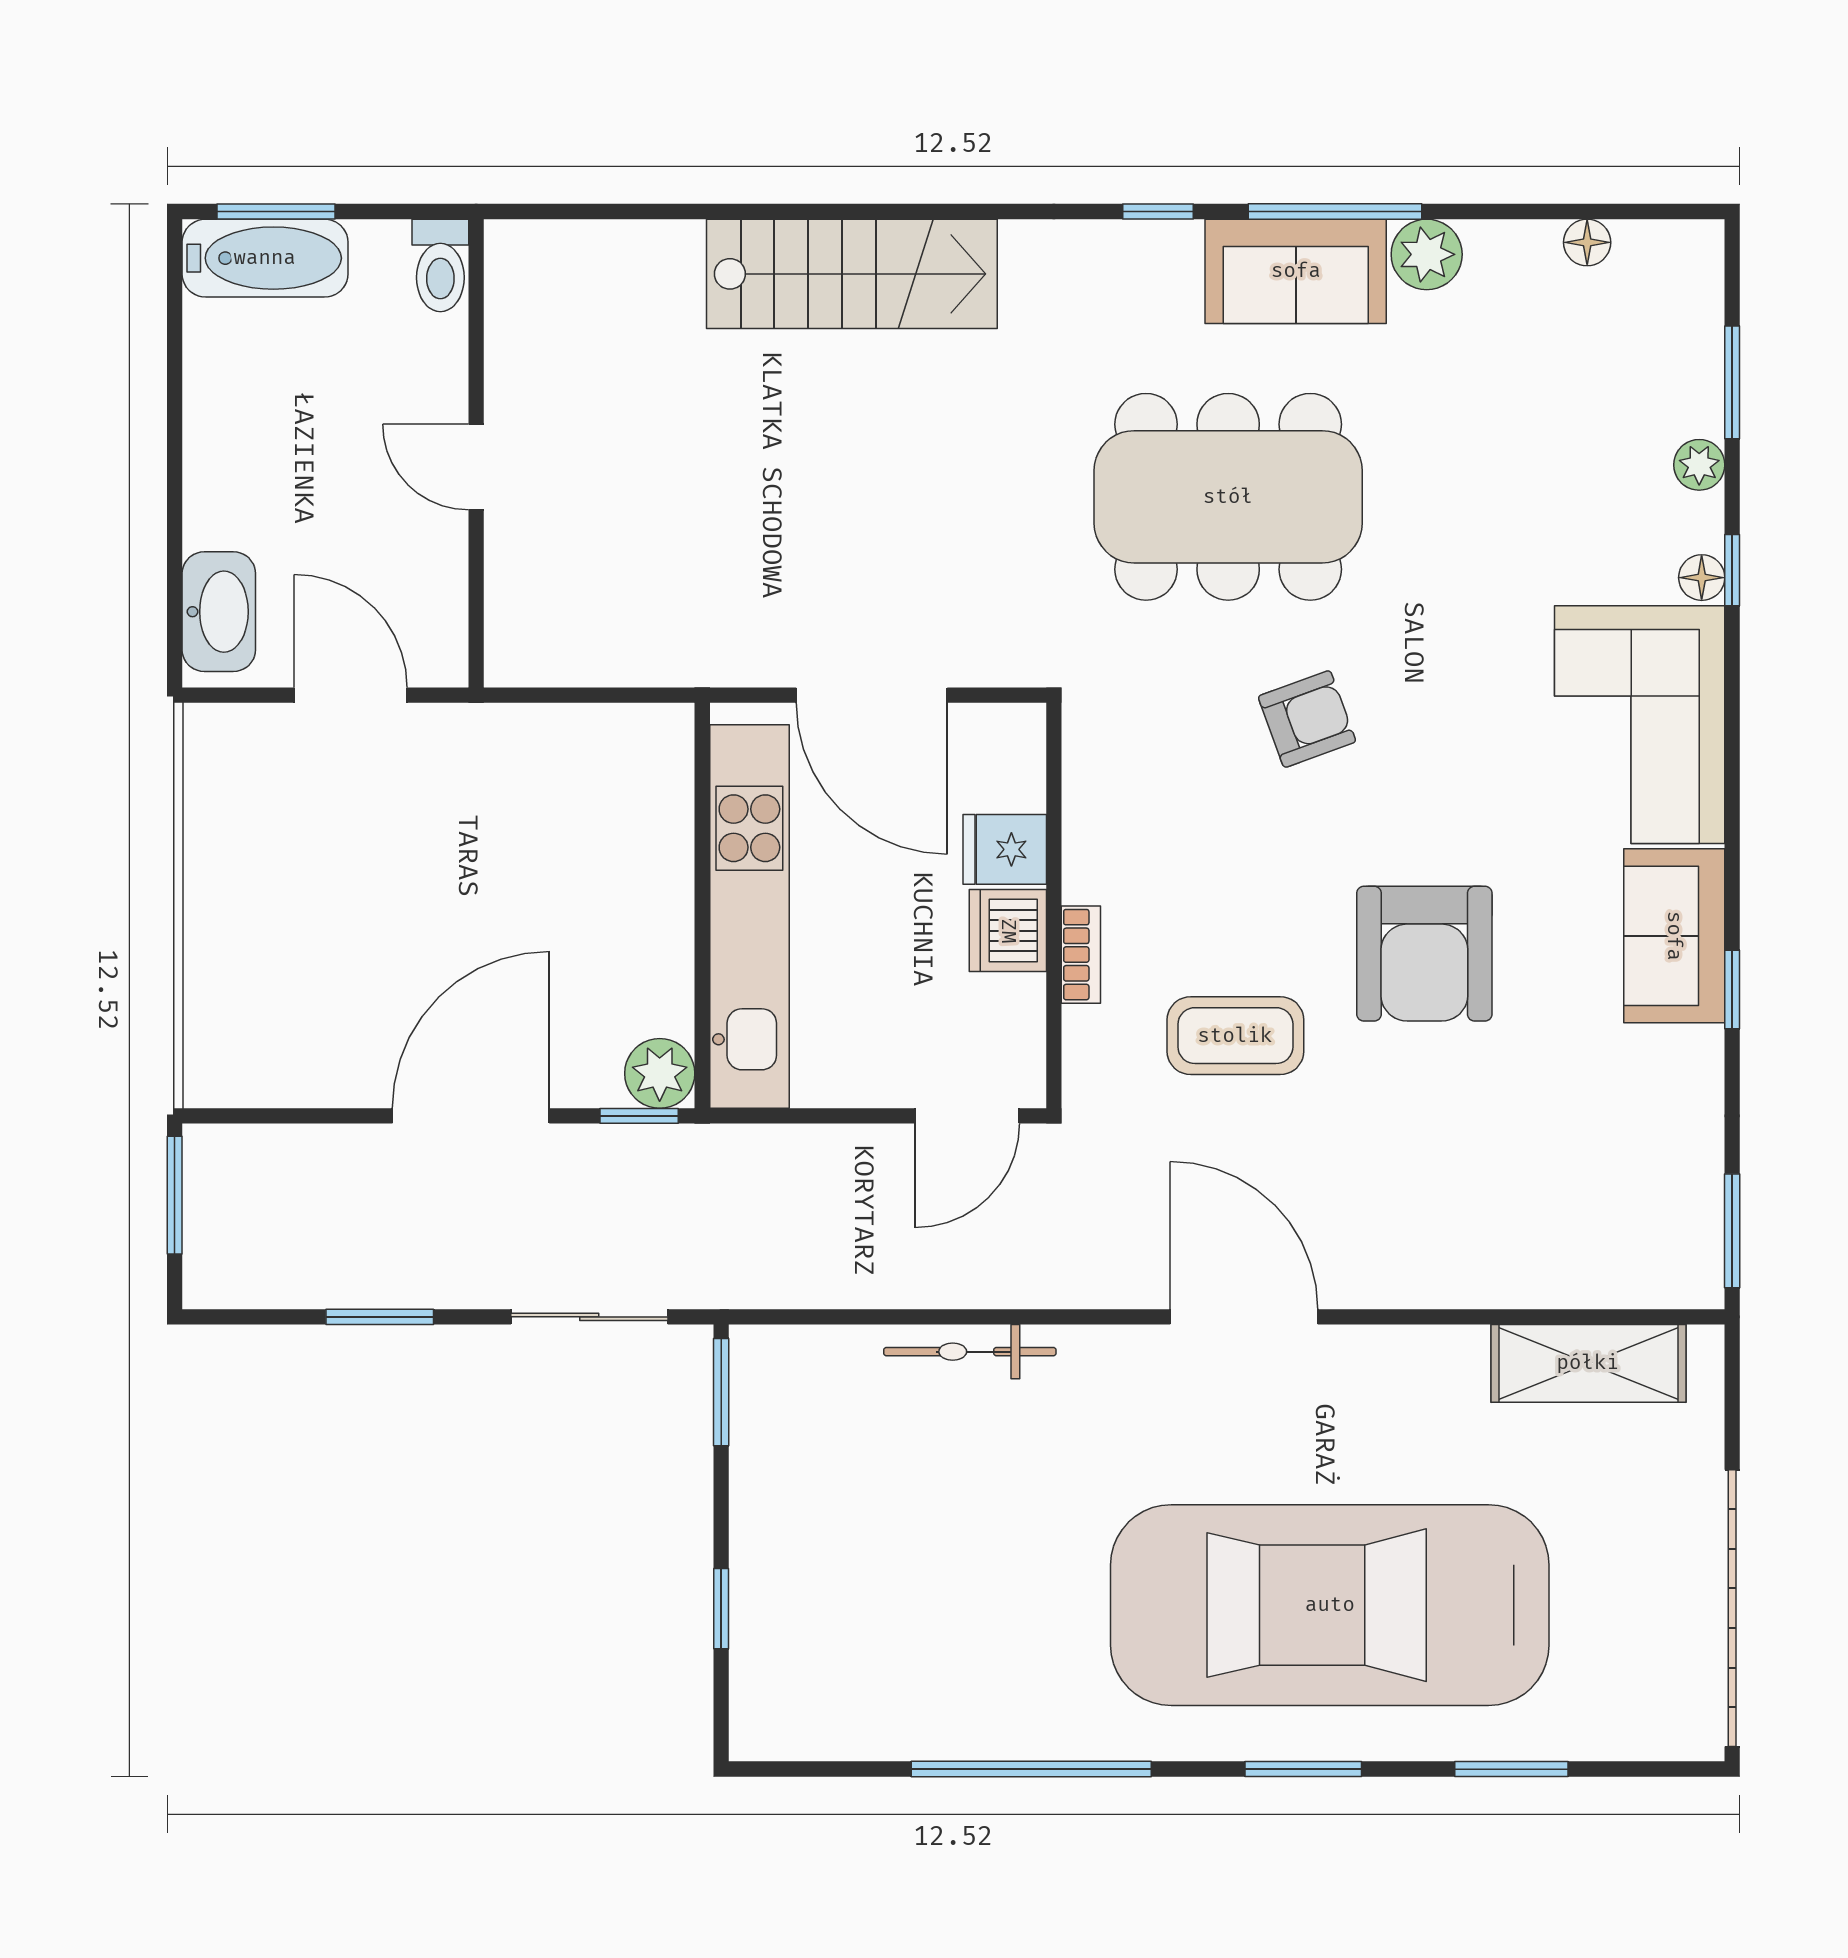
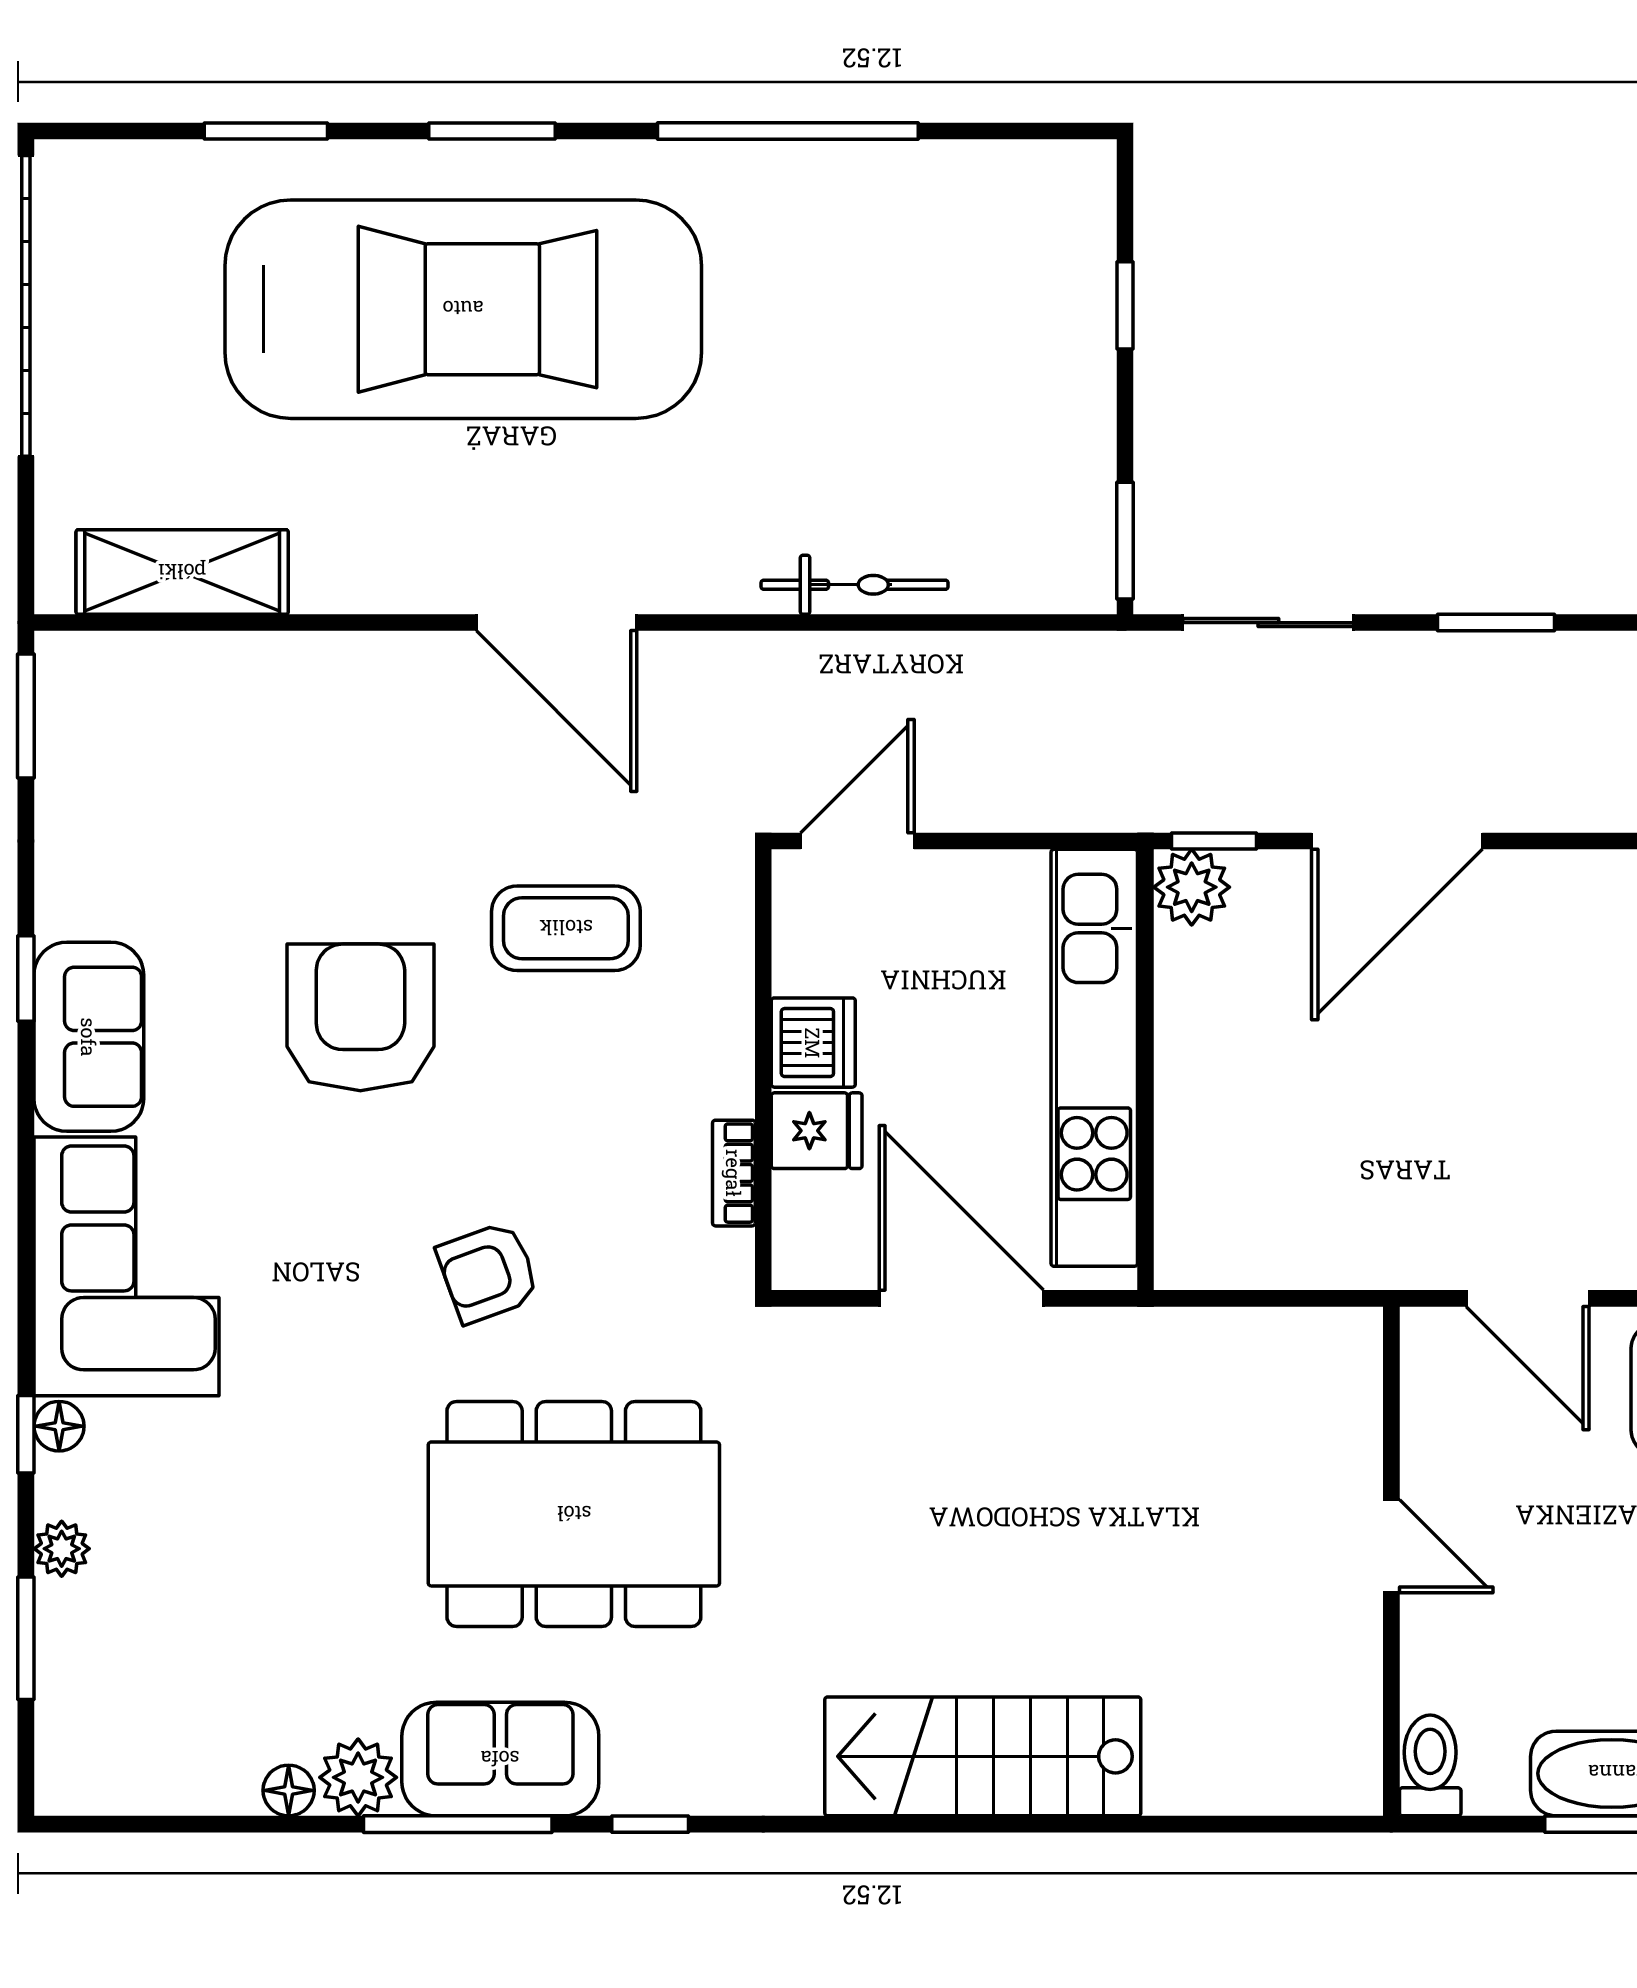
floor lamp: (1587, 242) -> (289, 1790), moved
bookcase: (1081, 955) -> (734, 1173), moved

